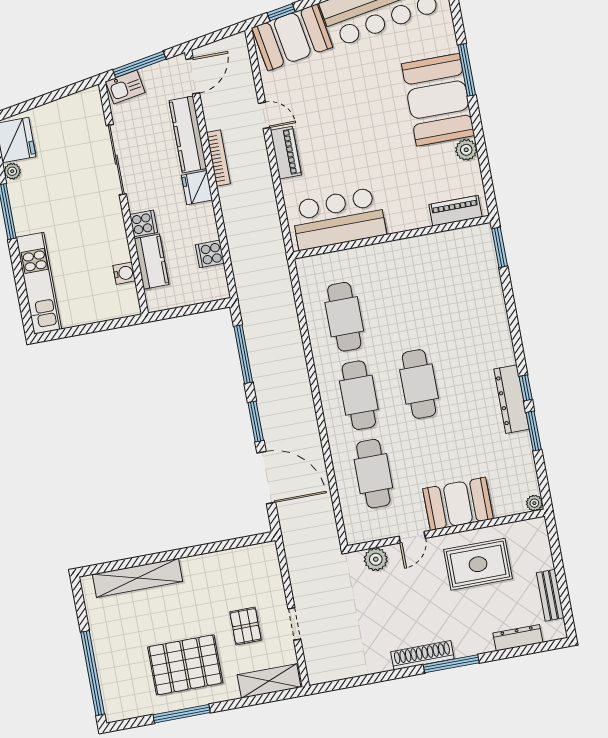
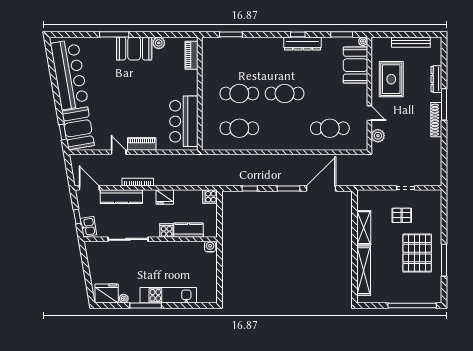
window: (139, 64) -> (77, 216), width x0.46
booth: (438, 100) -> (134, 49), width x0.73, depth x0.70
door: (264, 115) -> (119, 152), hinge flipped
fridge: (197, 188) -> (165, 197), moved
window: (500, 247) -> (231, 34), moved
cooker: (210, 254) -> (210, 197), moved, turned 90
water cooler: (124, 273) -> (210, 247), moved
kitchen unit: (39, 283) -> (168, 295), moved
window: (243, 354) -> (250, 188), width x0.46
cafe table: (359, 395) -> (239, 94), moved
window: (534, 431) -> (342, 34), moved
booth: (458, 504) -> (355, 65), moved
bench: (550, 595) -> (411, 42), width x1.36
dresser: (518, 638) -> (436, 79), moved
shelving: (269, 681) -> (364, 228), moved

